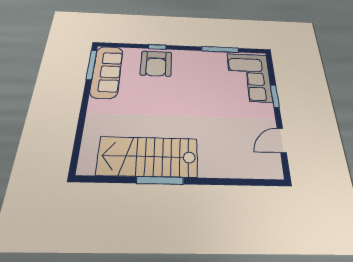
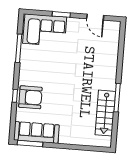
stairs: (148, 157) -> (105, 113), width x0.73, depth x0.66

